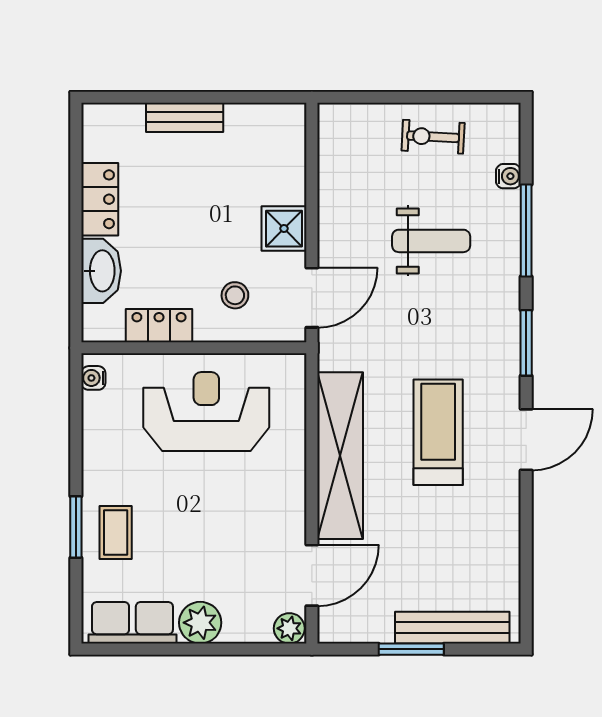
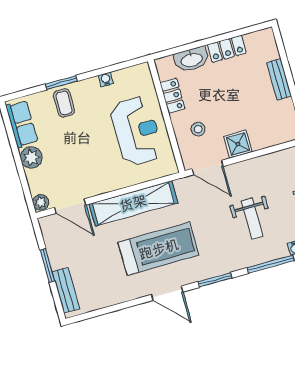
water cooler: (93, 378) -> (106, 79), moved
treadmill: (438, 432) -> (159, 249), width x1.37, depth x1.37
coffee table: (116, 532) -> (64, 103), turned 90
bench: (452, 628) -> (66, 290), width x0.73

